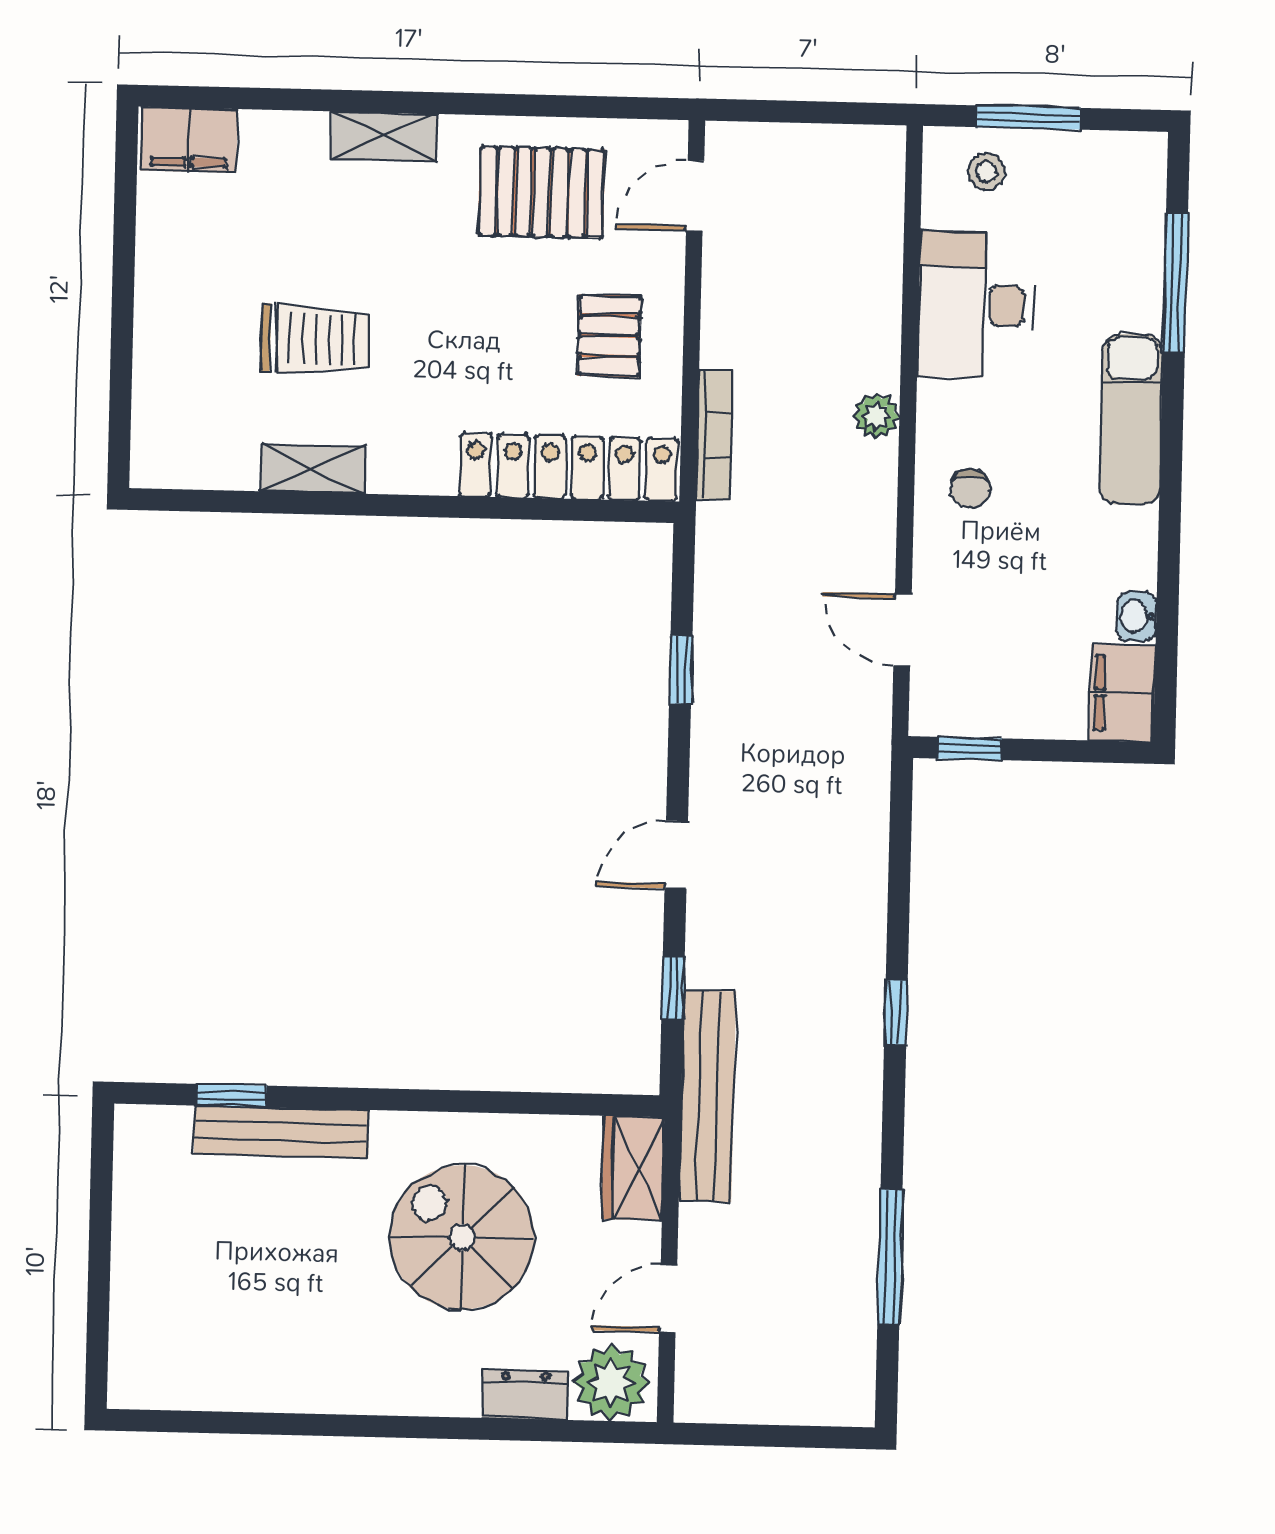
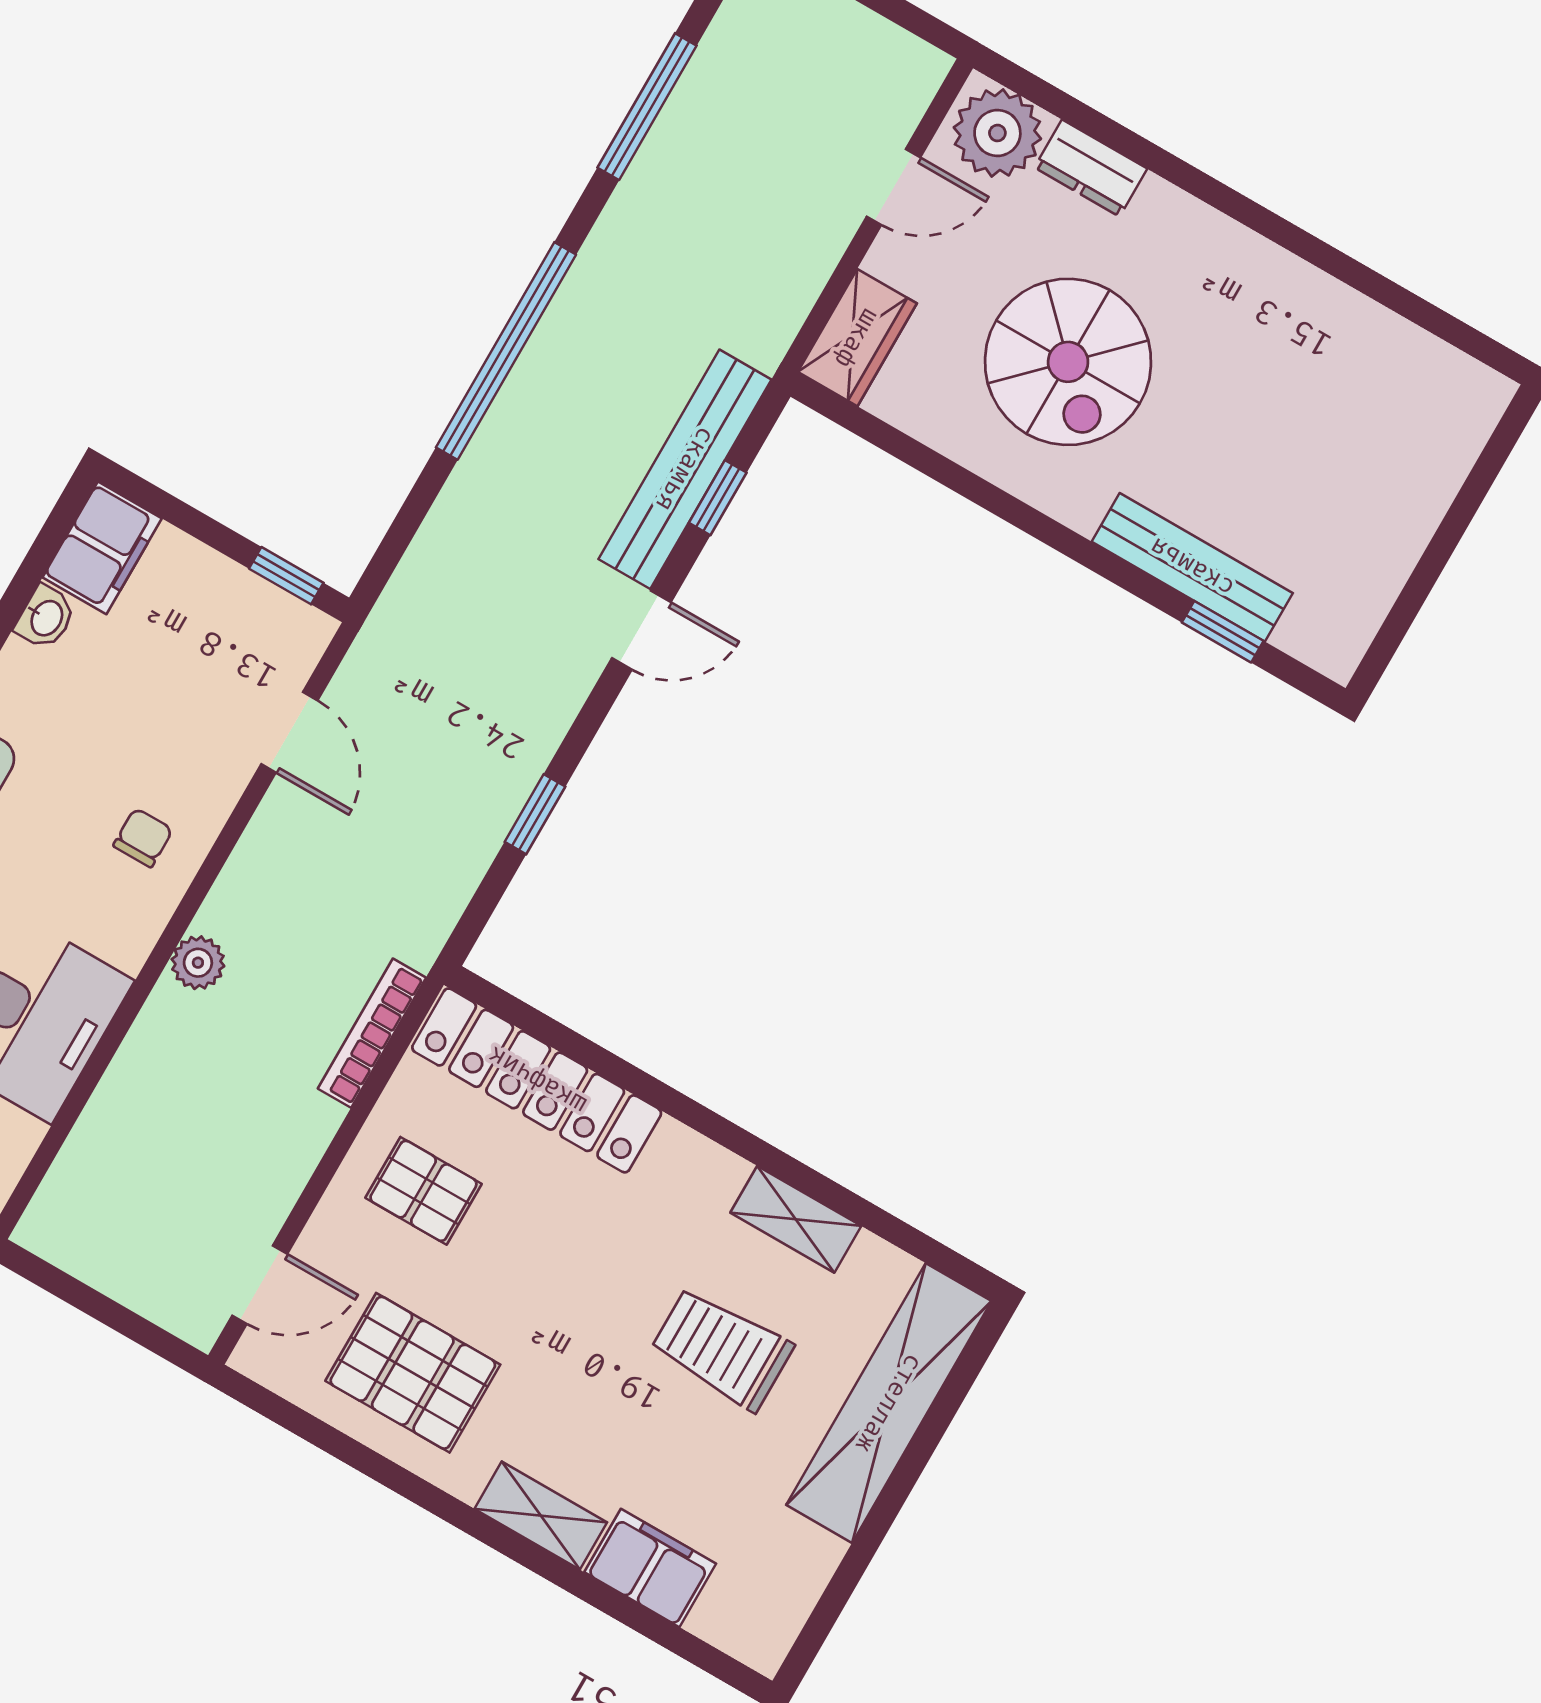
filing cabinet: (189, 140) -> (650, 1568), moved
pallet: (609, 336) -> (423, 1191), turned 90
shelving: (165, 367) -> (889, 1403), added
window: (896, 1012) -> (506, 351), width x3.17
bench: (707, 1096) -> (685, 469), moved

